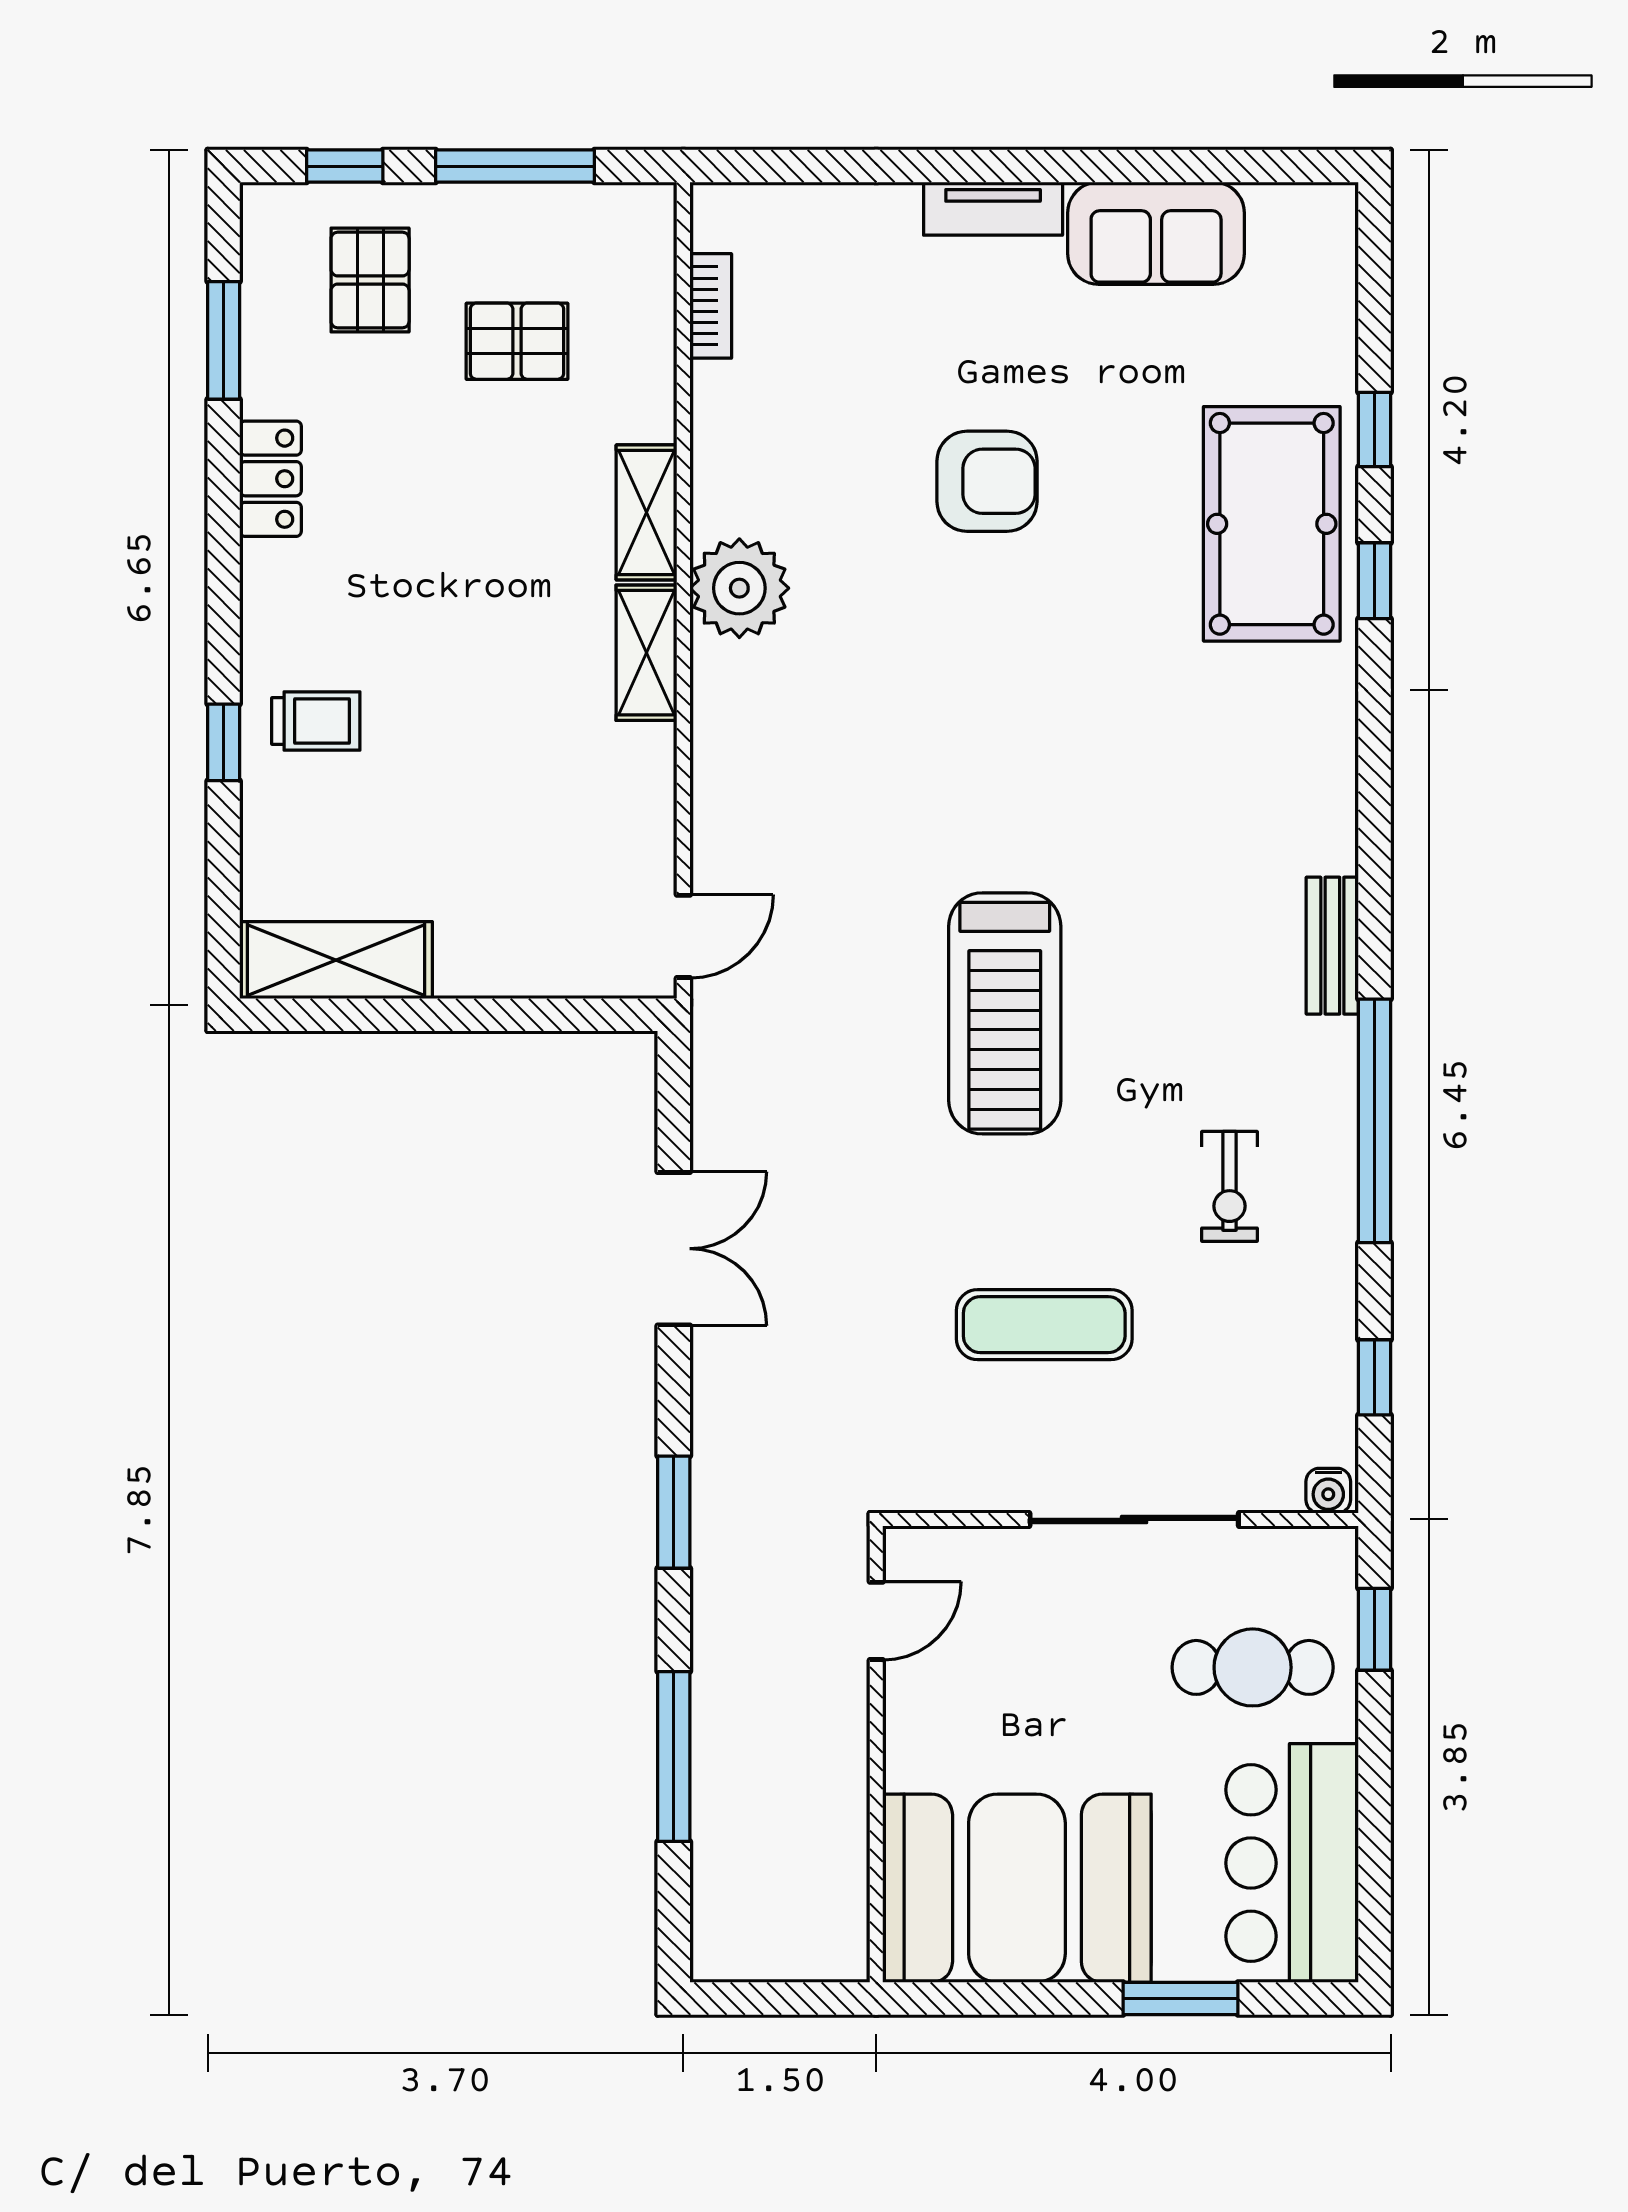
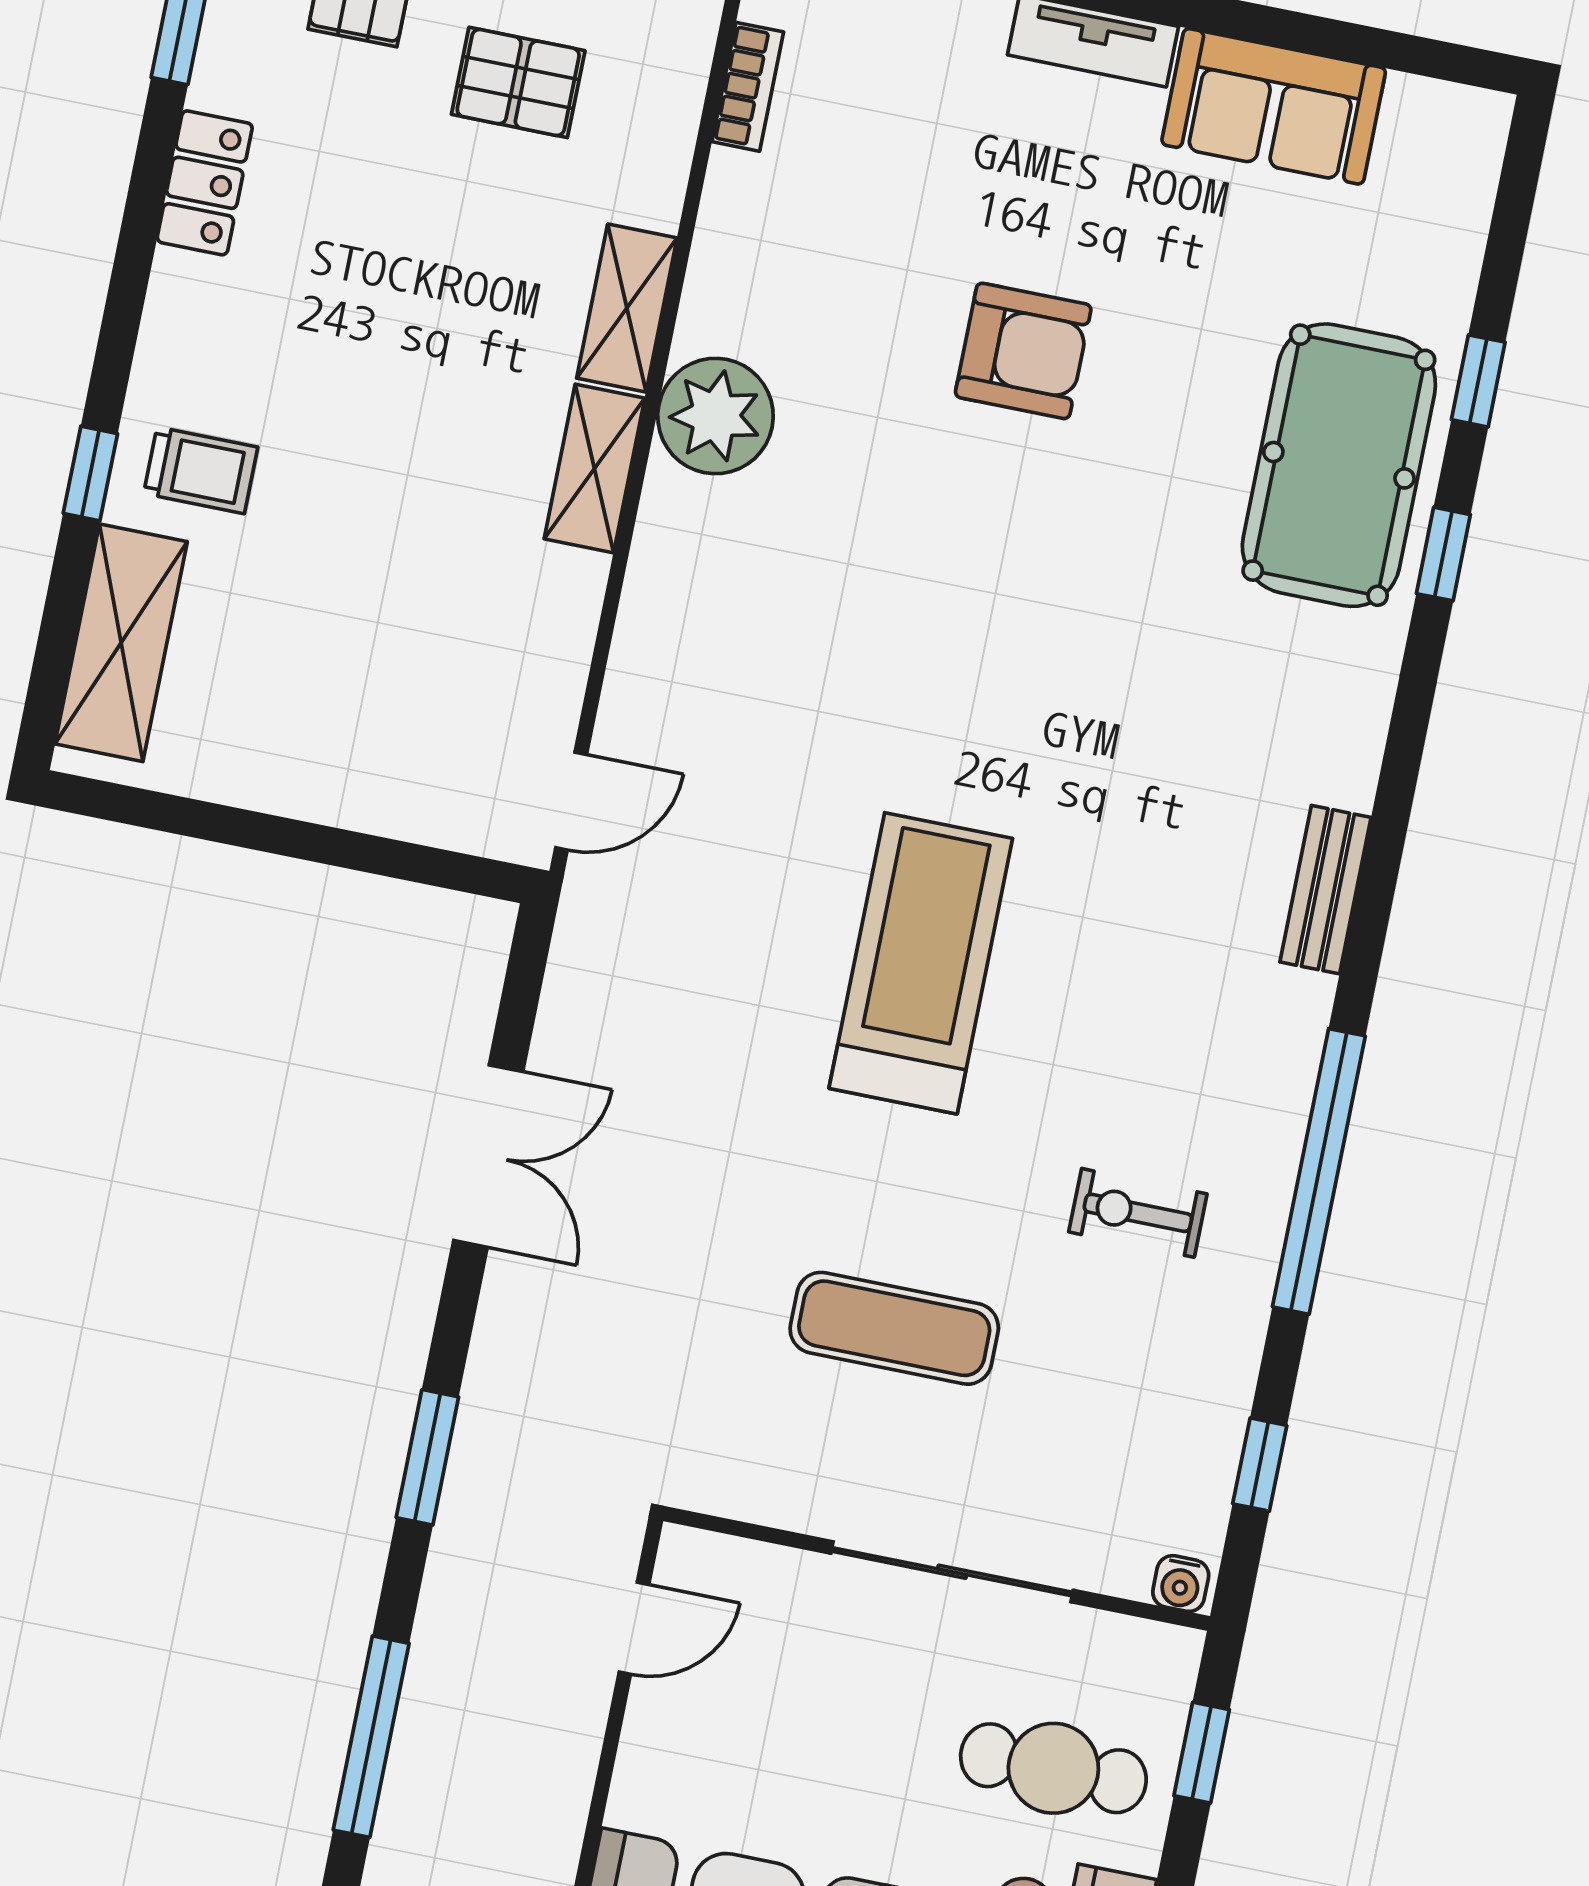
bench: (1332, 946) -> (1325, 890), moved
shelving: (336, 960) -> (121, 643), moved, turned 90
treadmill: (1005, 1013) -> (921, 963), turned 180
exercise bike: (1230, 1186) -> (1138, 1213), turned 90

